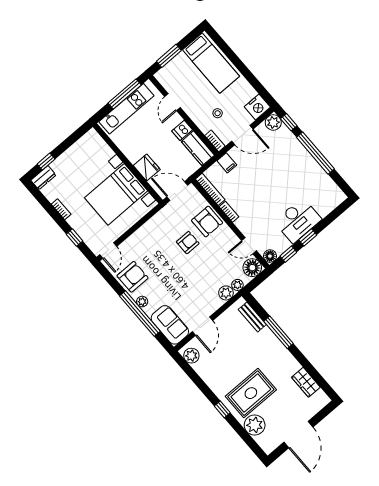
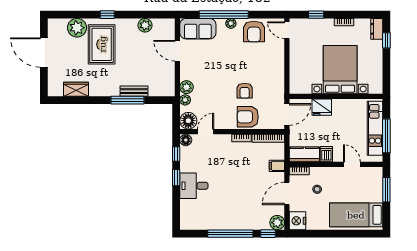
bed with nightstands: (116, 194) -> (340, 70), moved
desk: (298, 220) -> (194, 186), width x0.73
bench: (252, 317) -> (134, 91), moved
plant: (191, 356) -> (145, 25), moved

